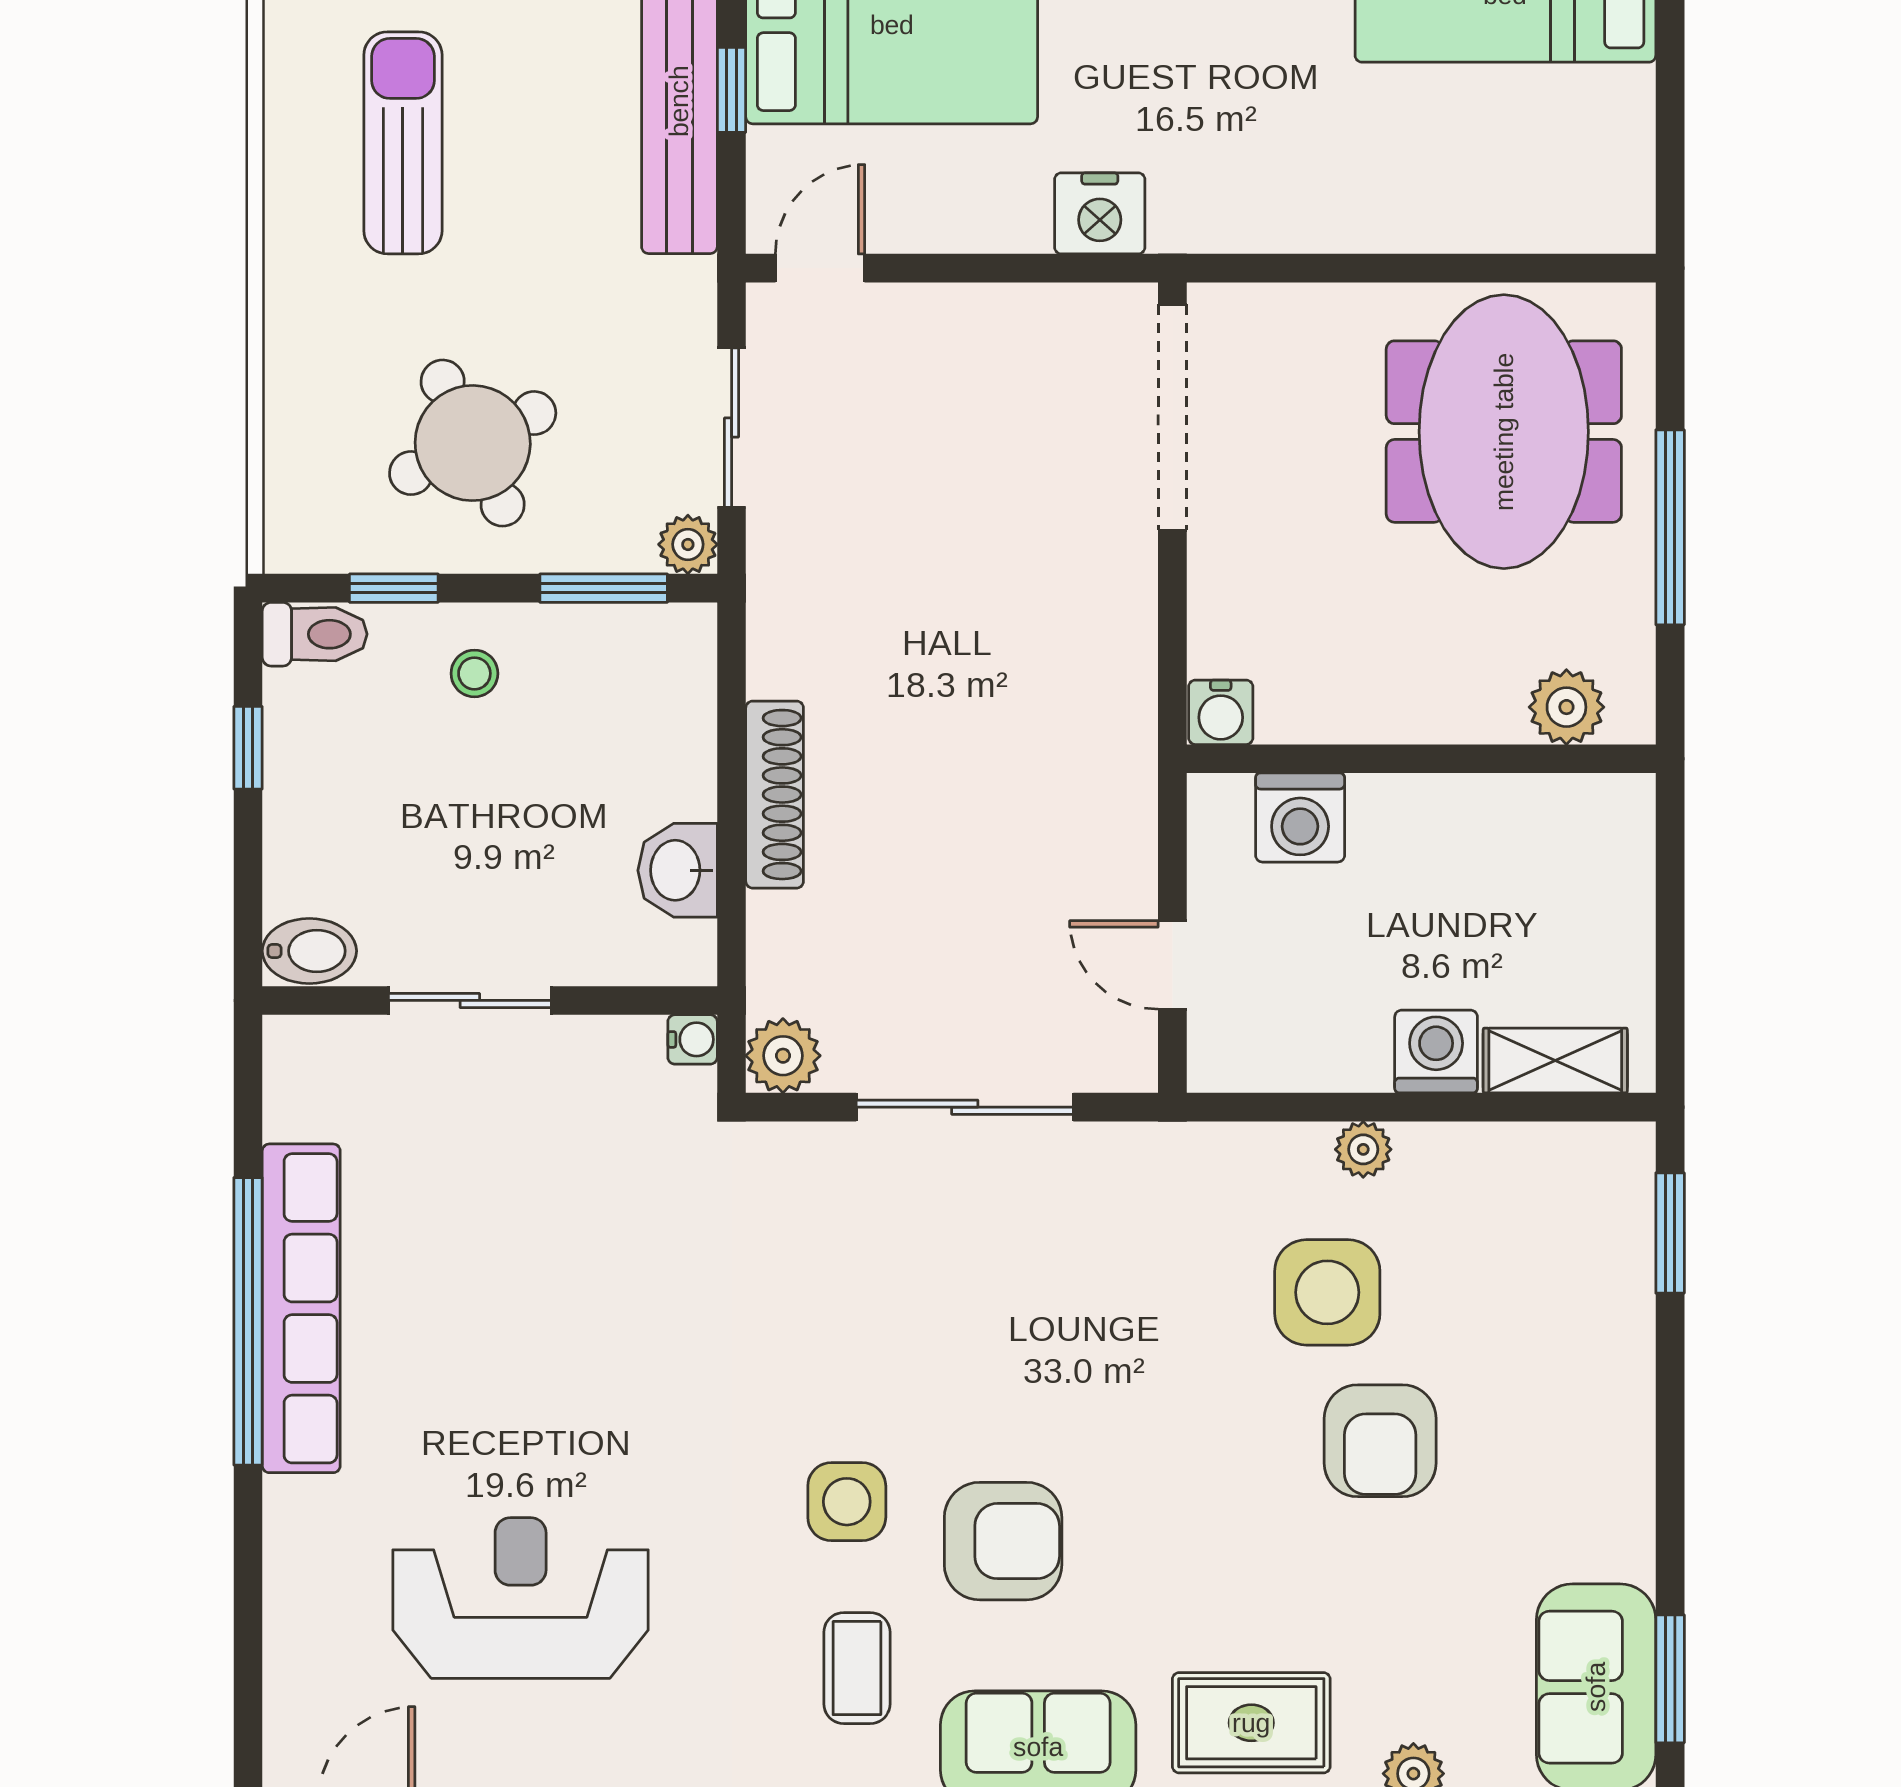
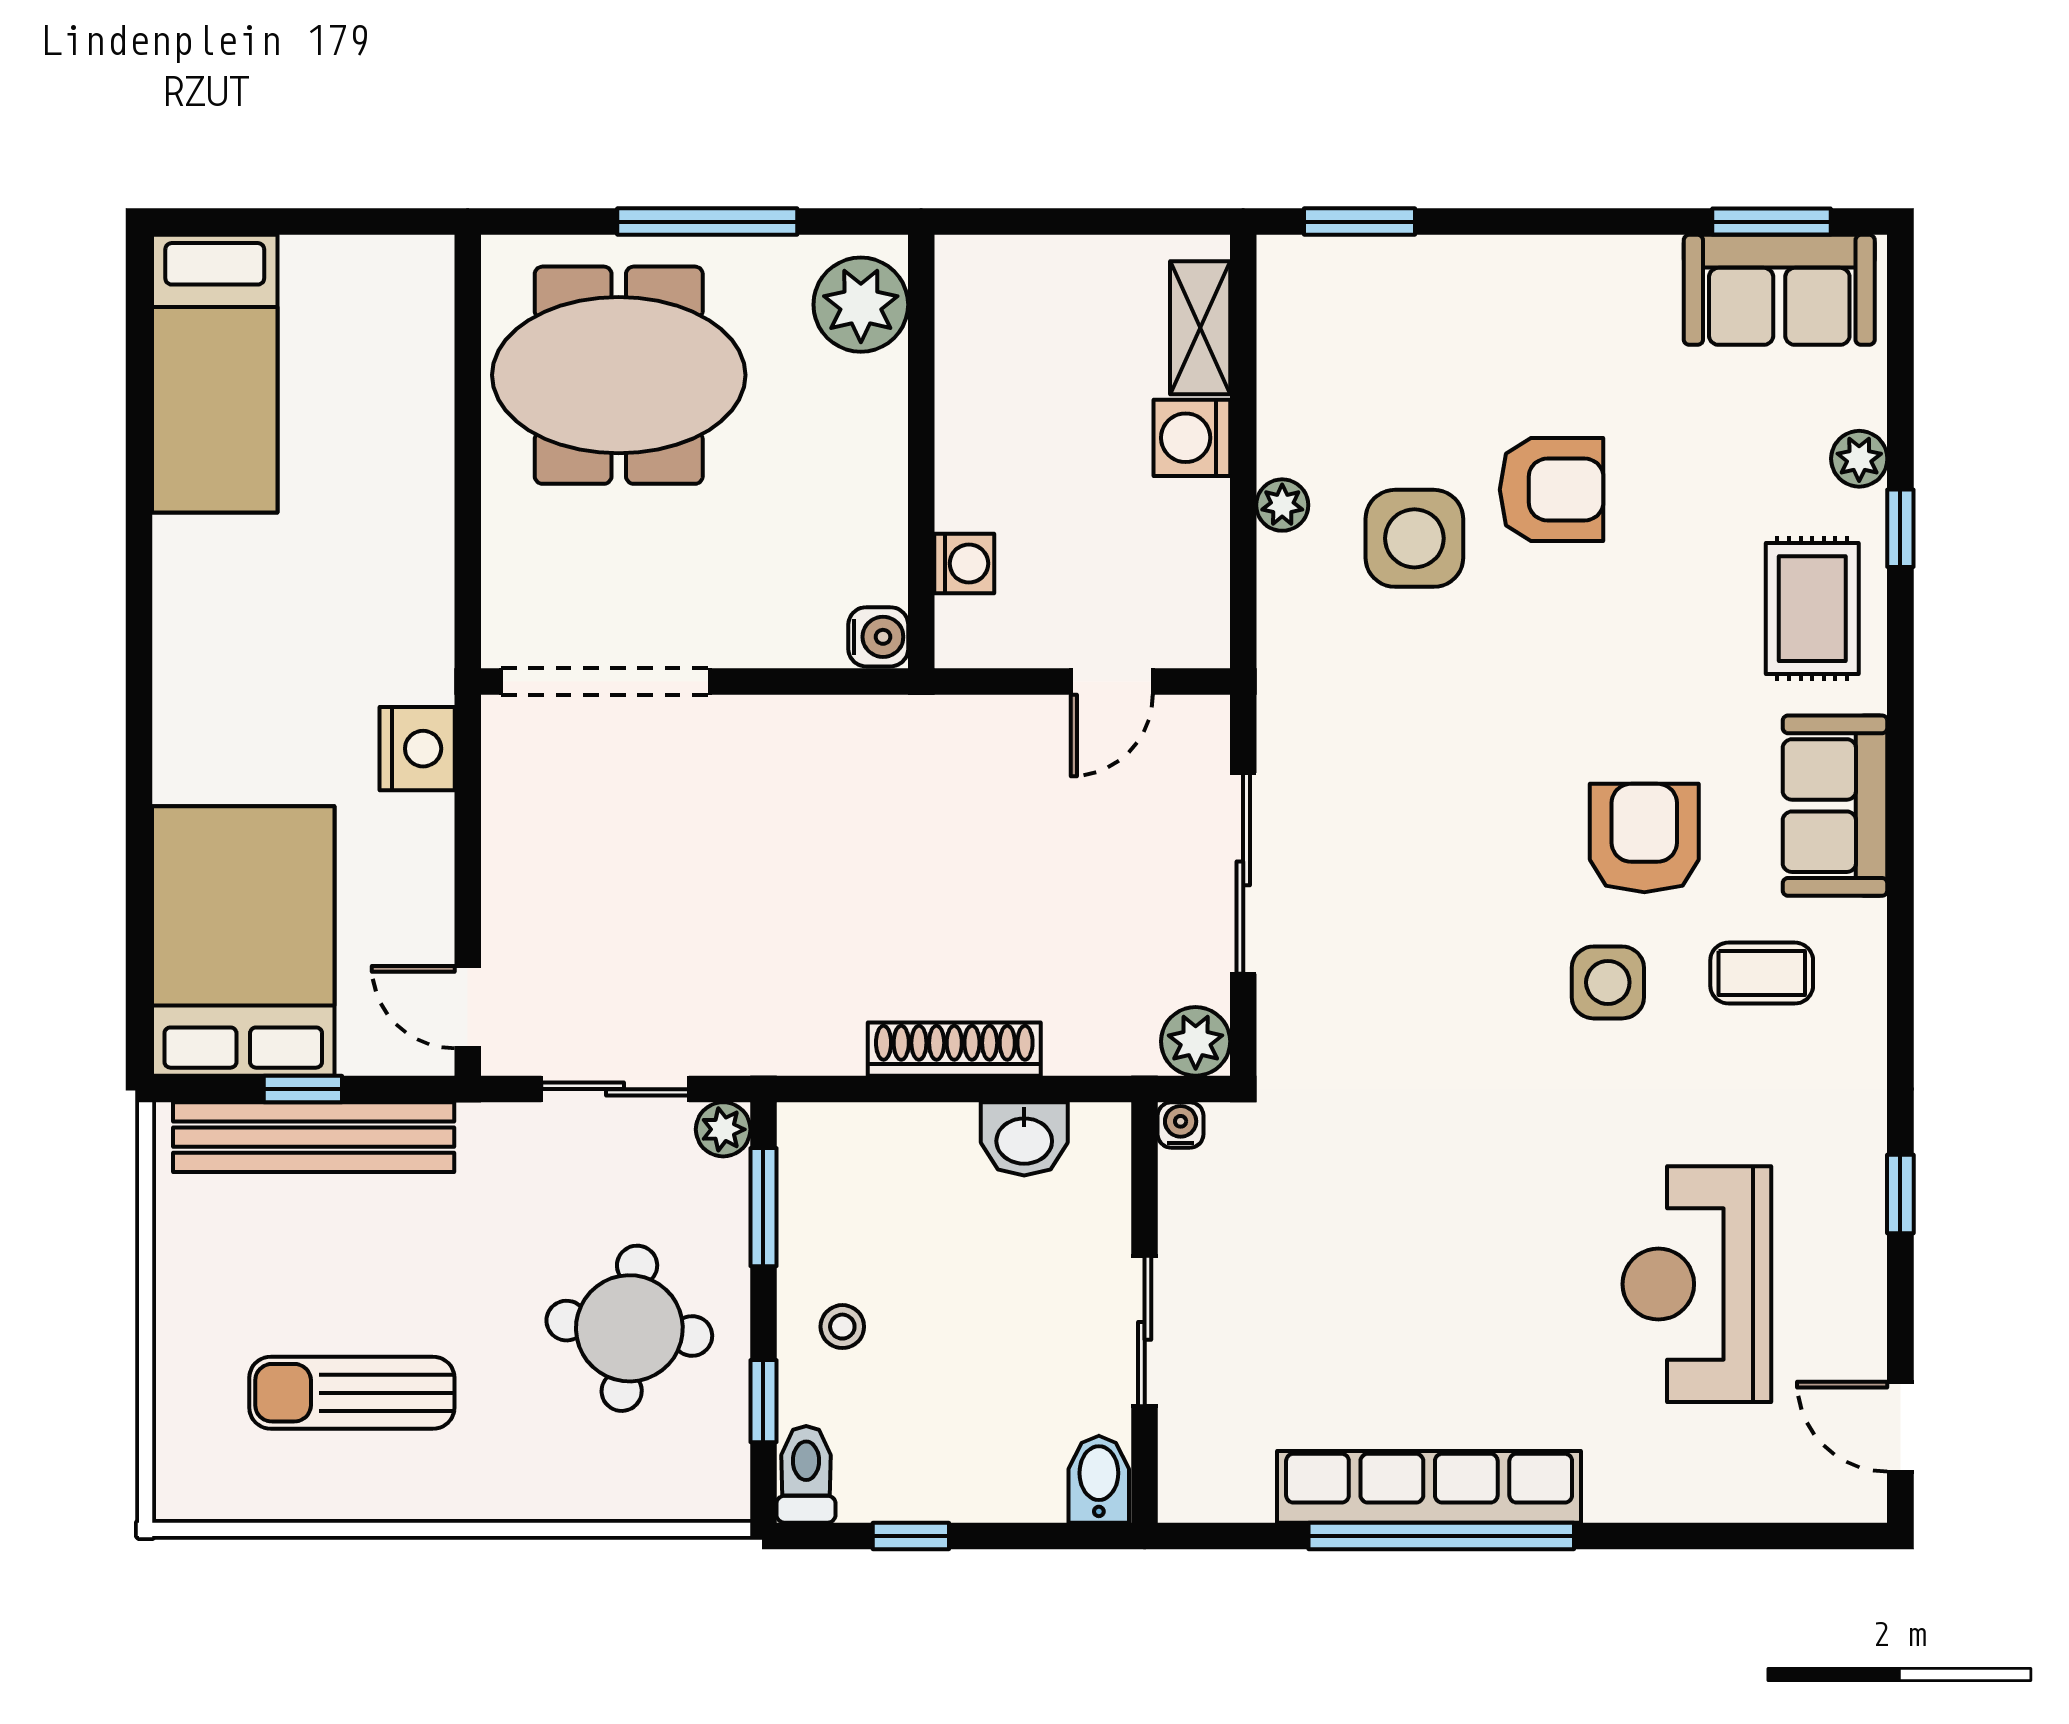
round table: (473, 443) -> (629, 1328), turned 33
plant: (1566, 707) -> (861, 305), width x1.36, depth x1.36
washing machine: (1300, 818) -> (964, 563), width x0.73, depth x0.73

